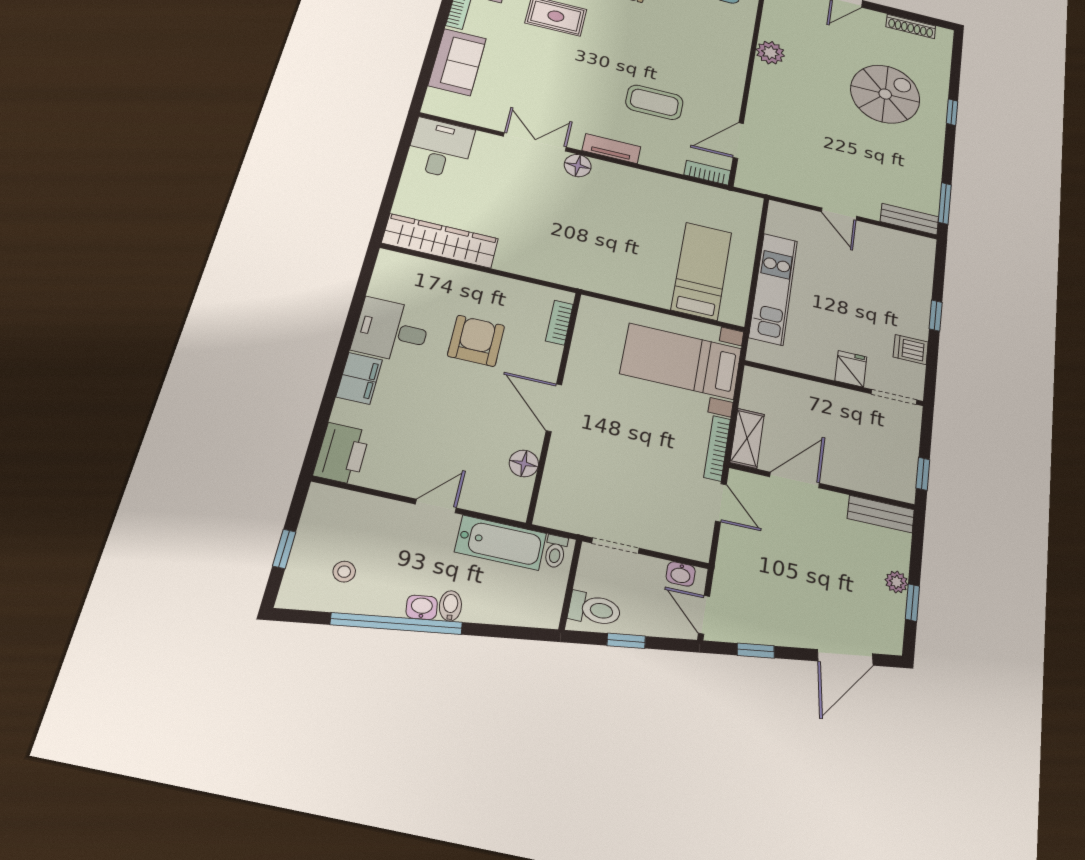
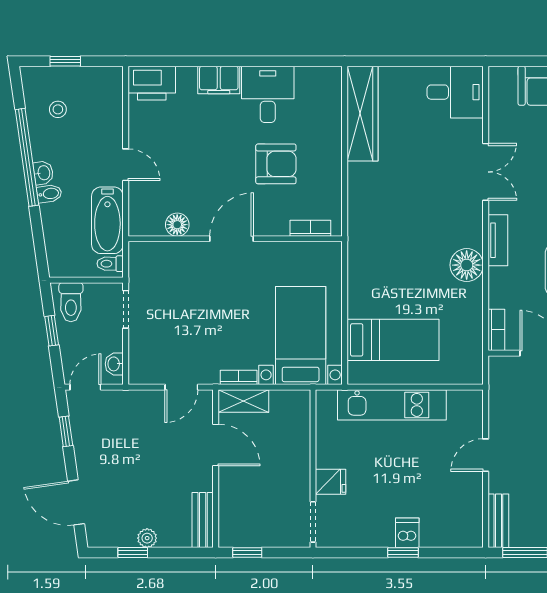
floor lamp: (578, 166) -> (467, 265), moved, width x1.38, depth x1.38
dishwasher: (911, 350) -> (407, 533), moved
bookcase: (717, 448) -> (239, 377), width x0.64

